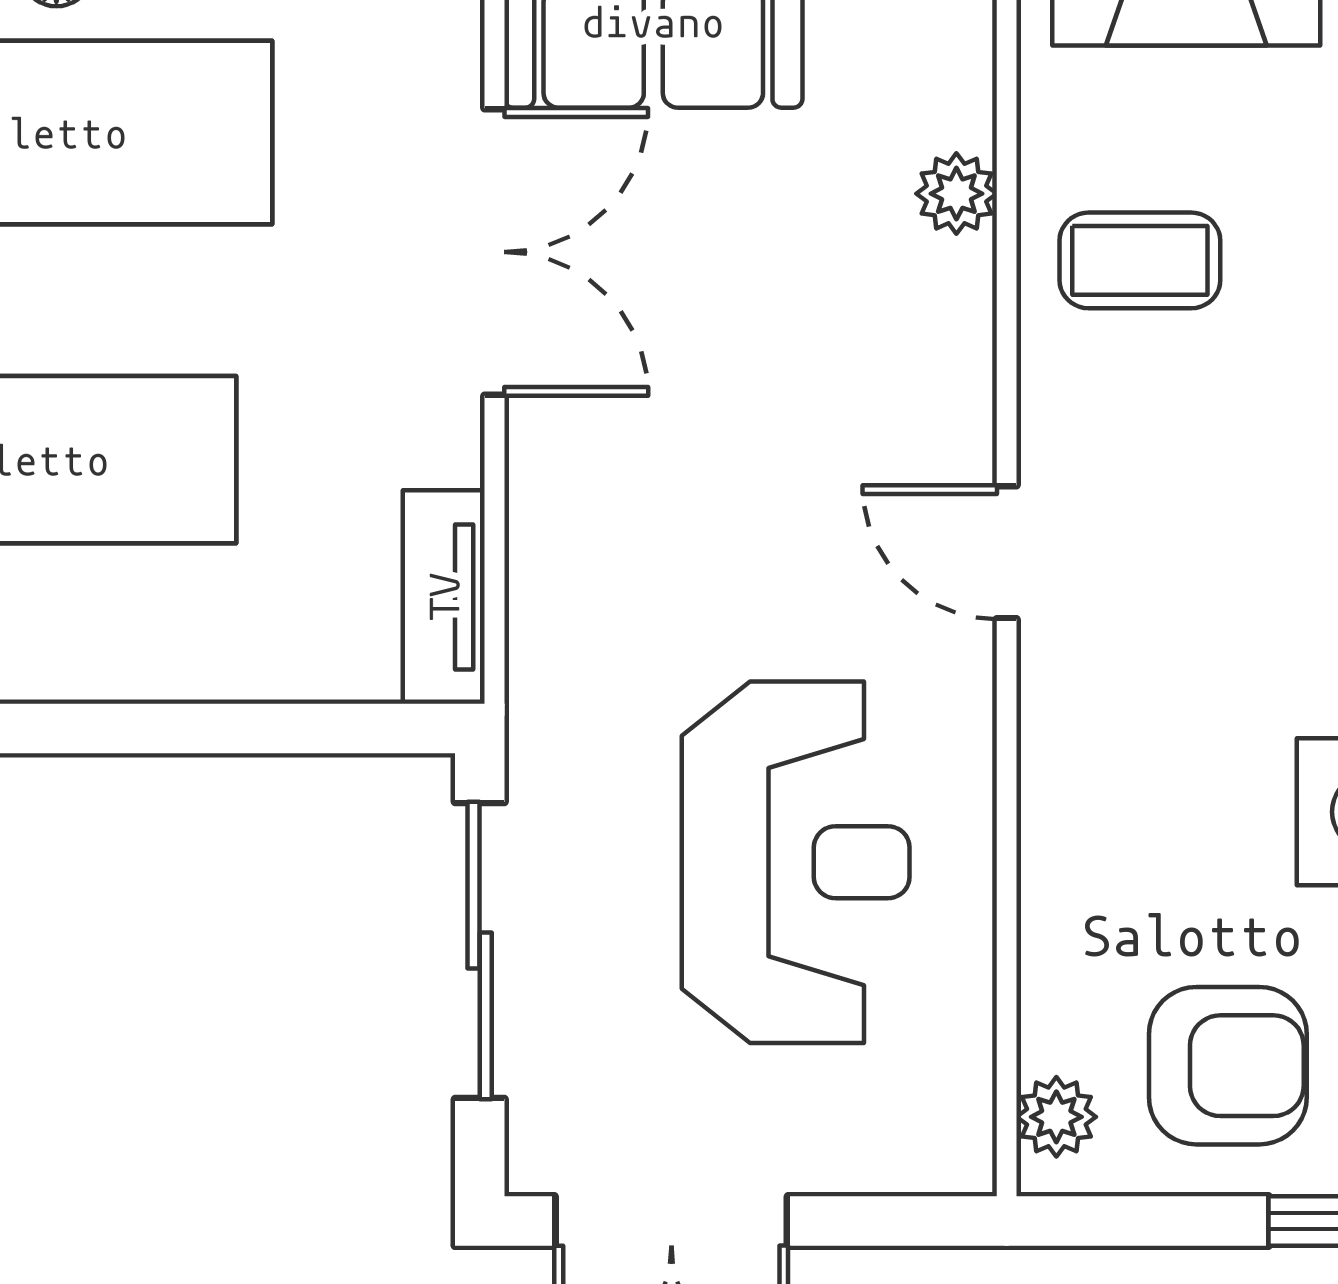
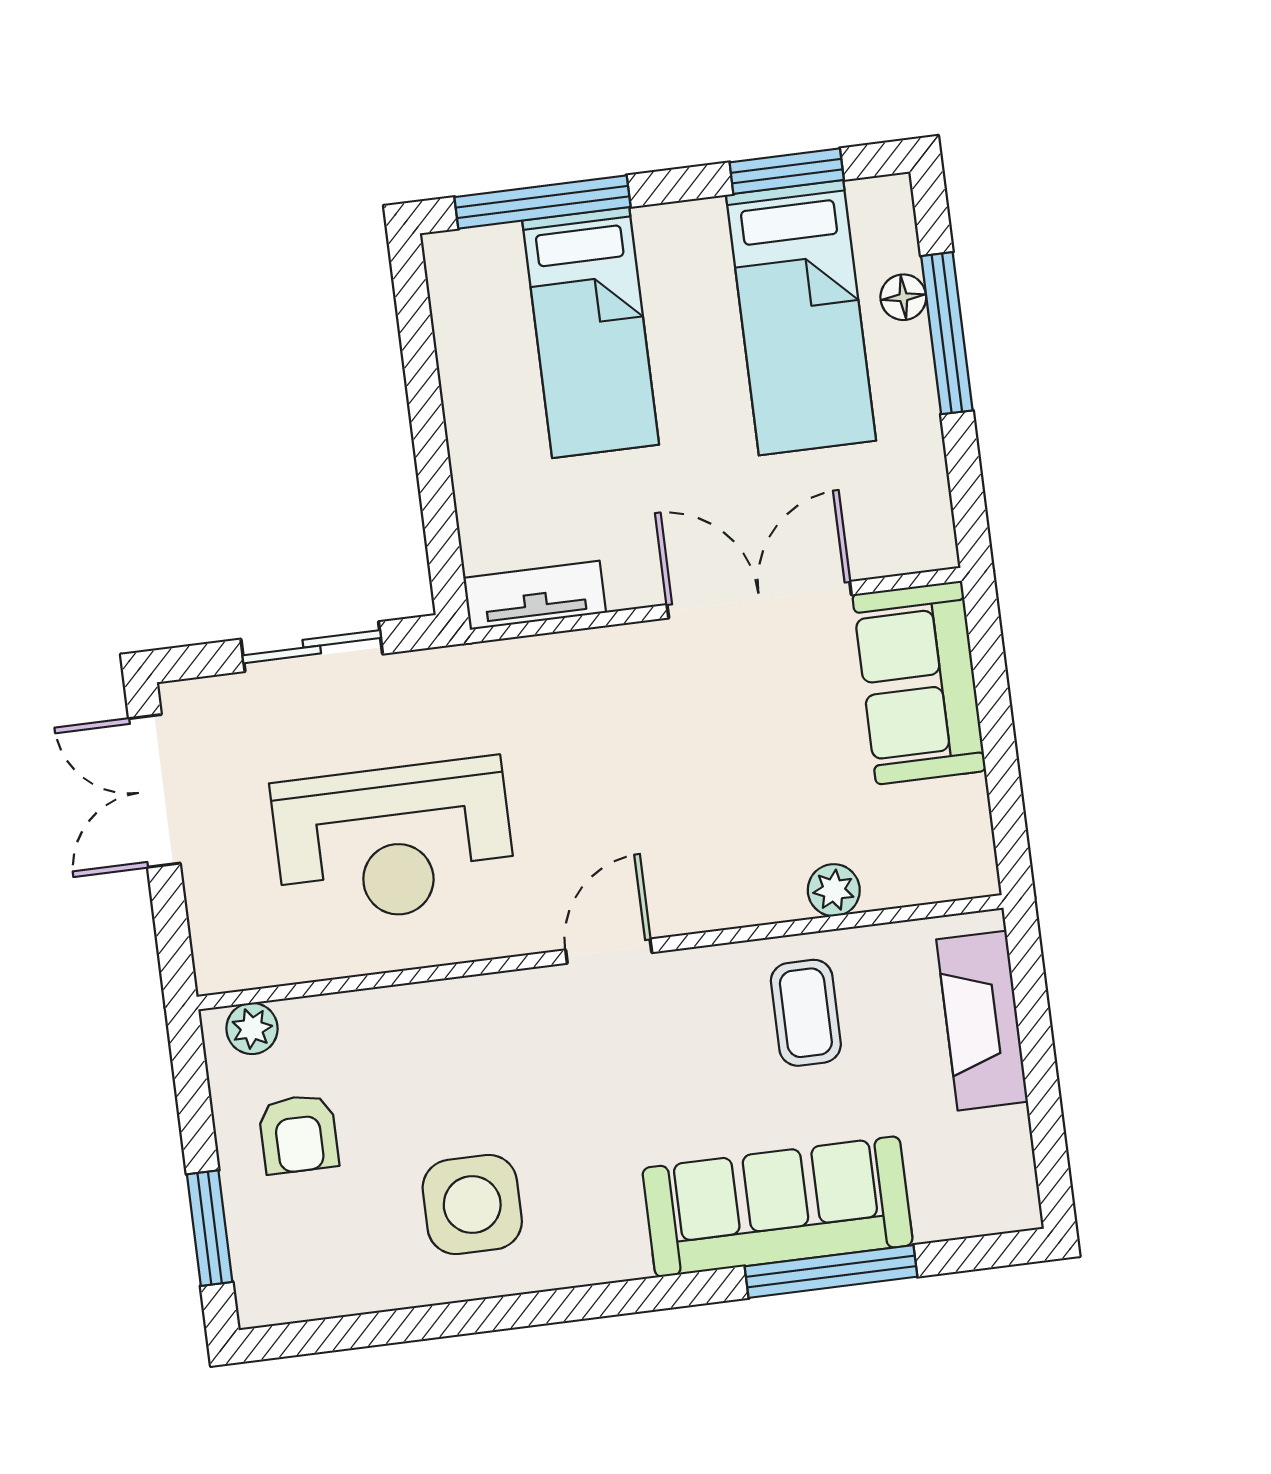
double door: (494, 252) -> (759, 600), swing flipped
sliding door: (480, 950) -> (312, 647), width x0.73
armchair: (1228, 1066) -> (298, 1134), width x0.72, depth x0.72

